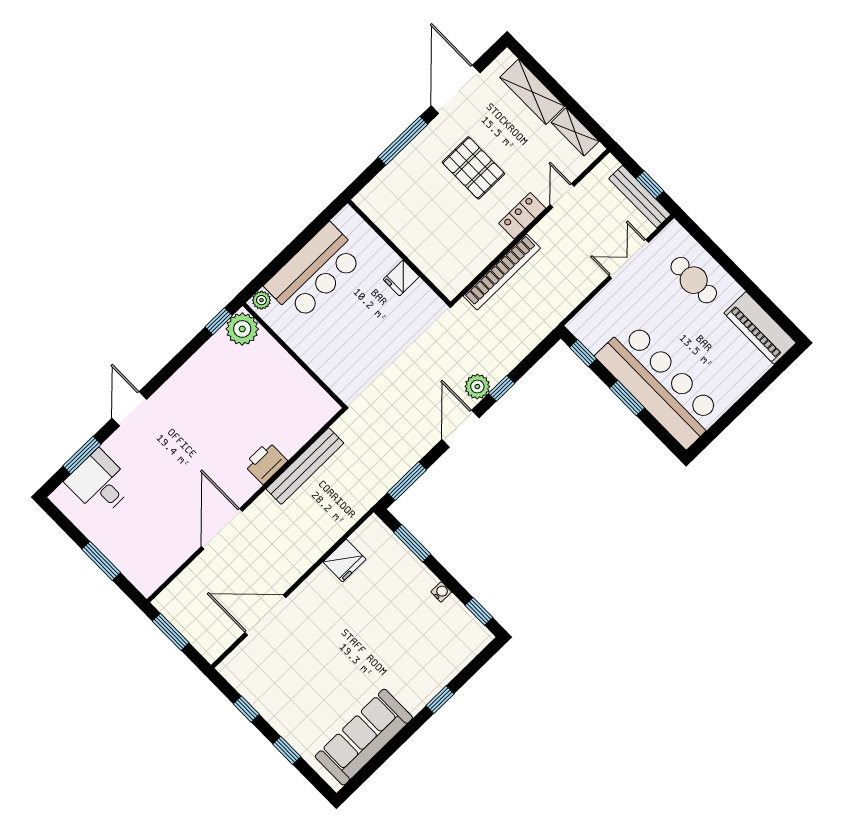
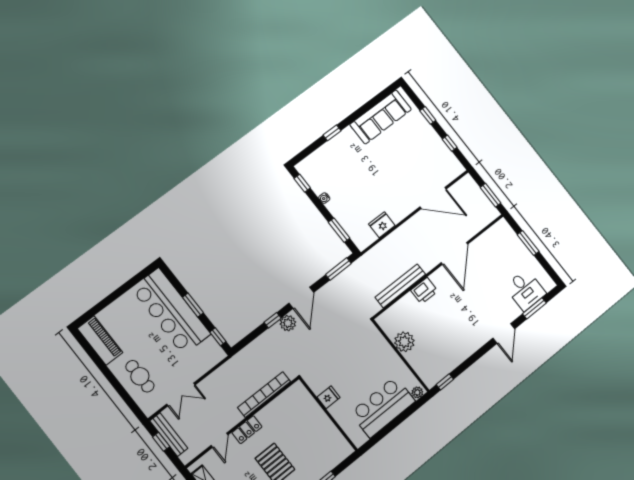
plant: (242, 329) -> (404, 342), moved

